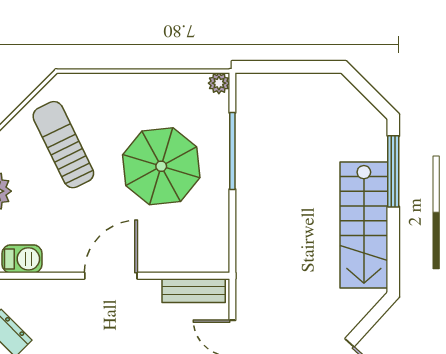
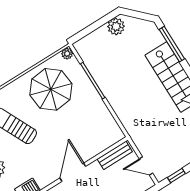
plant: (323, 89) -> (116, 26), added
parasol: (161, 166) -> (51, 89), moved

